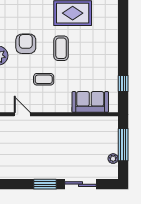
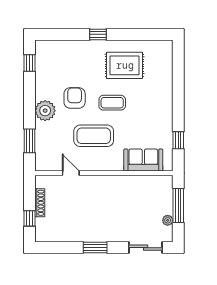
coffee table: (61, 48) -> (112, 103), turned 90
coffee table: (44, 79) -> (94, 136), width x1.86, depth x1.72
sliding door: (81, 184) -> (146, 248), moved

